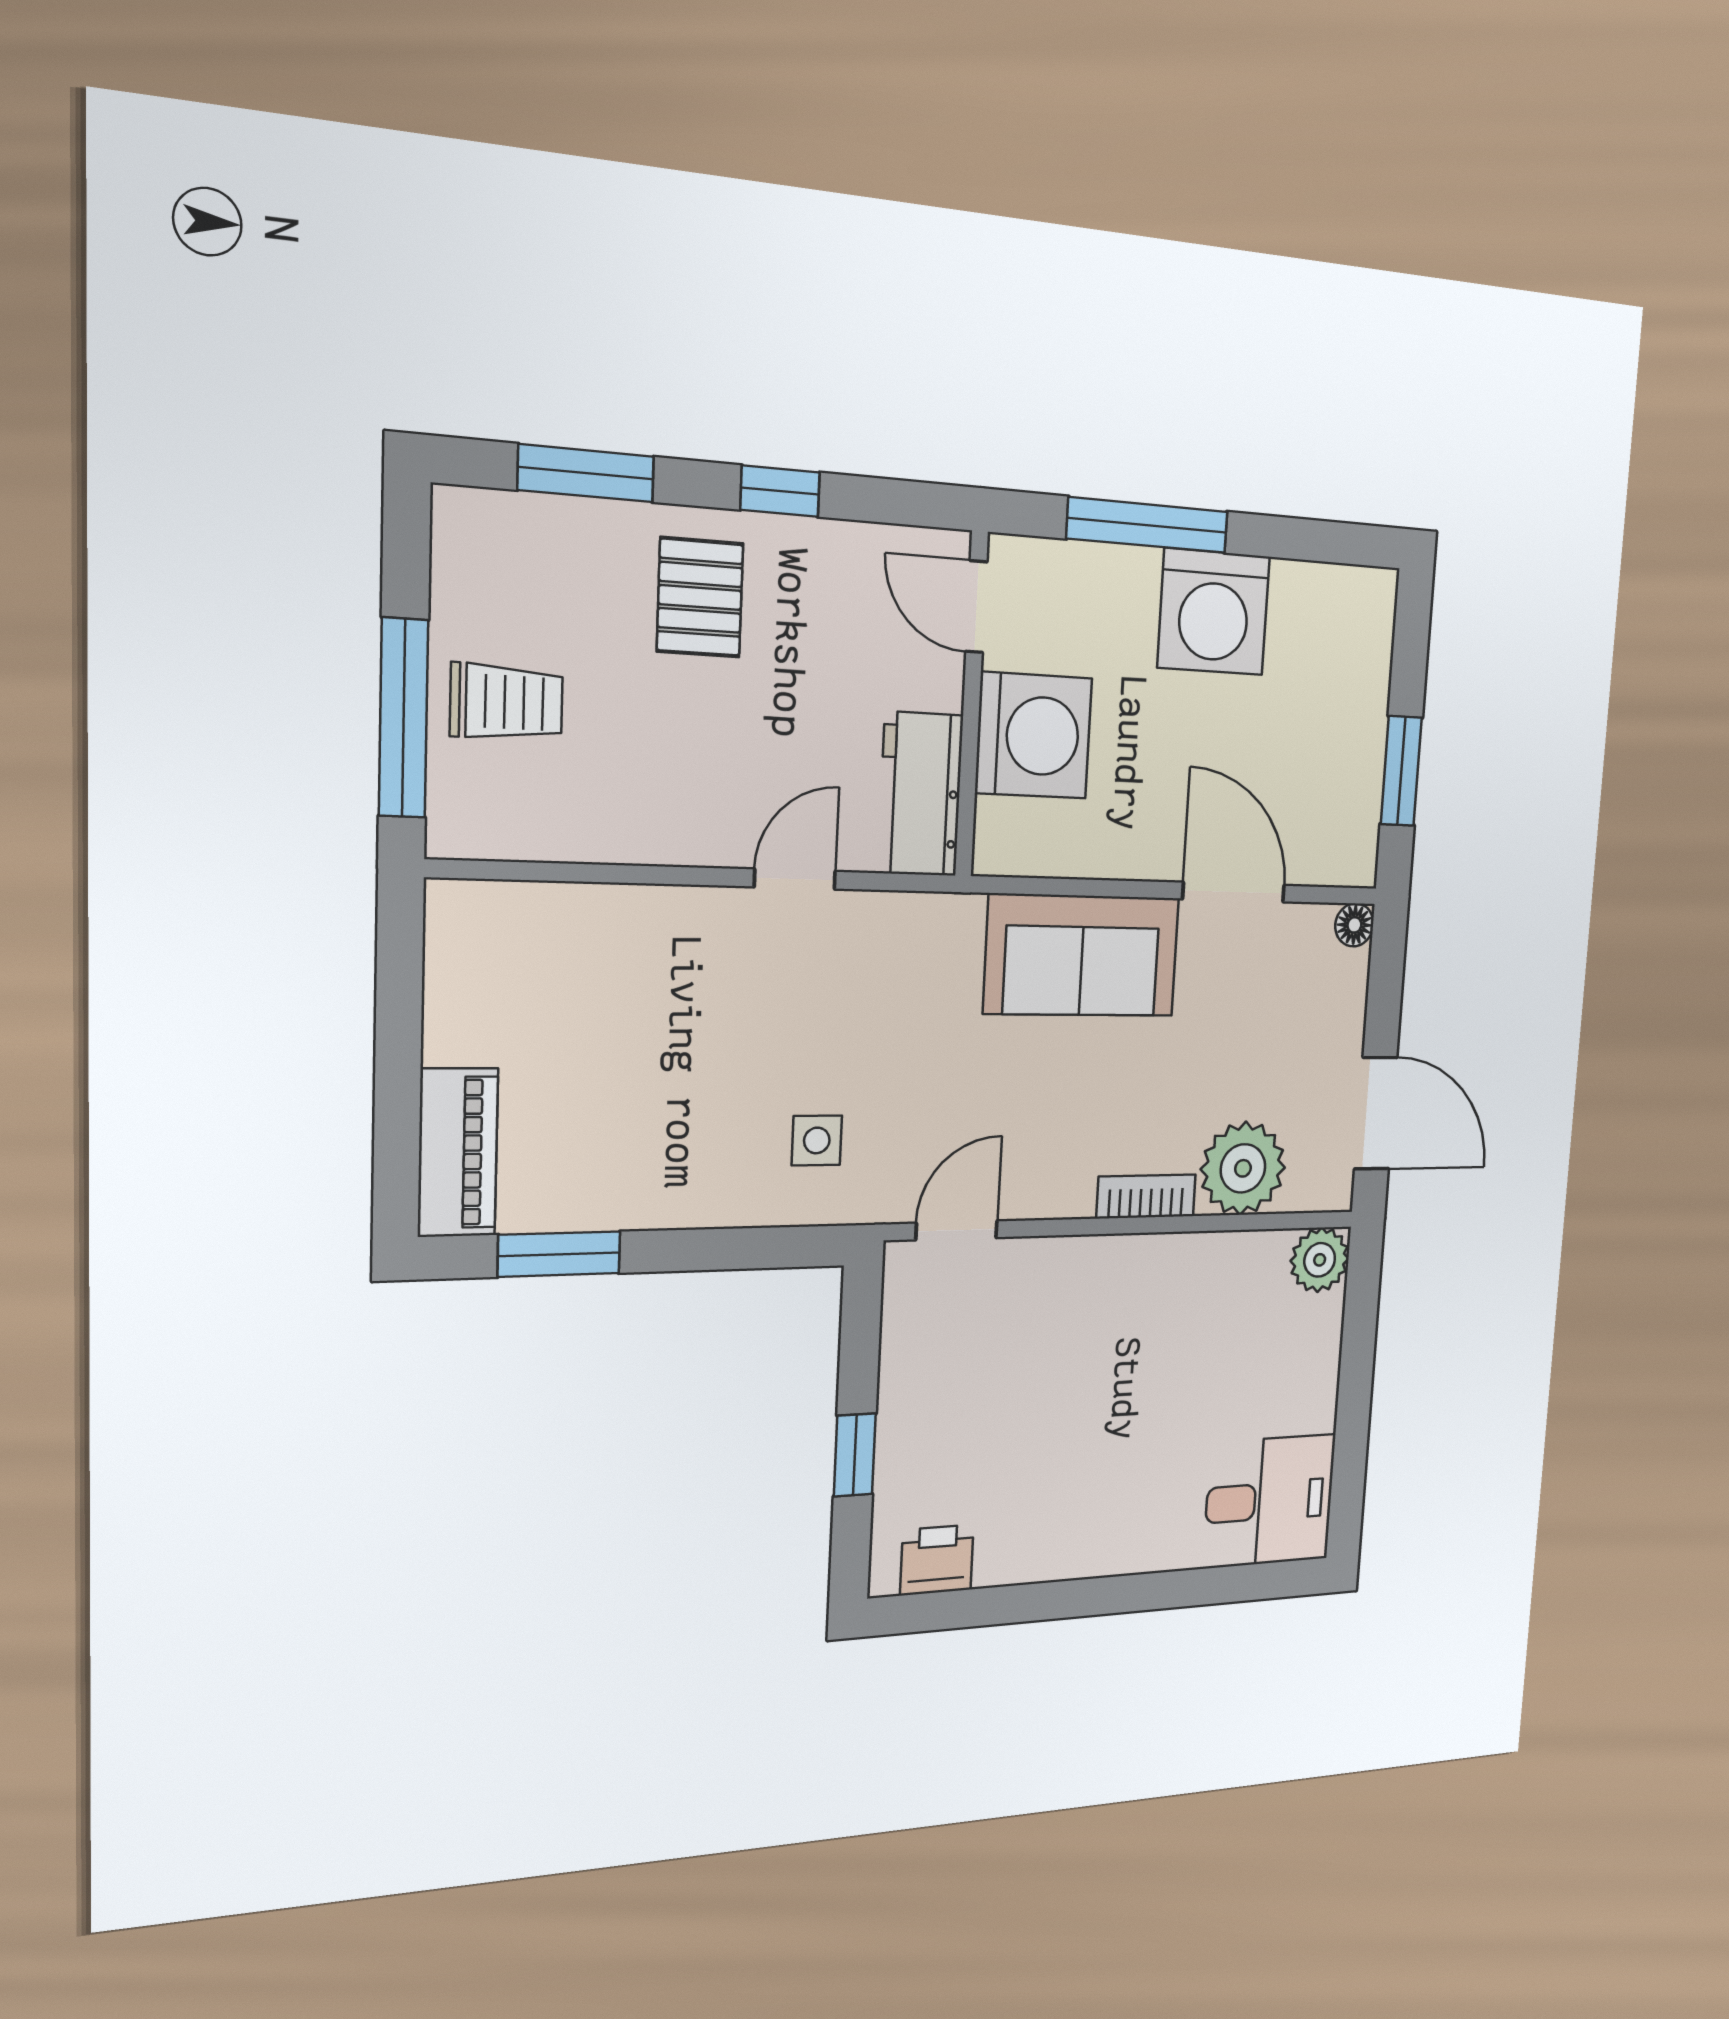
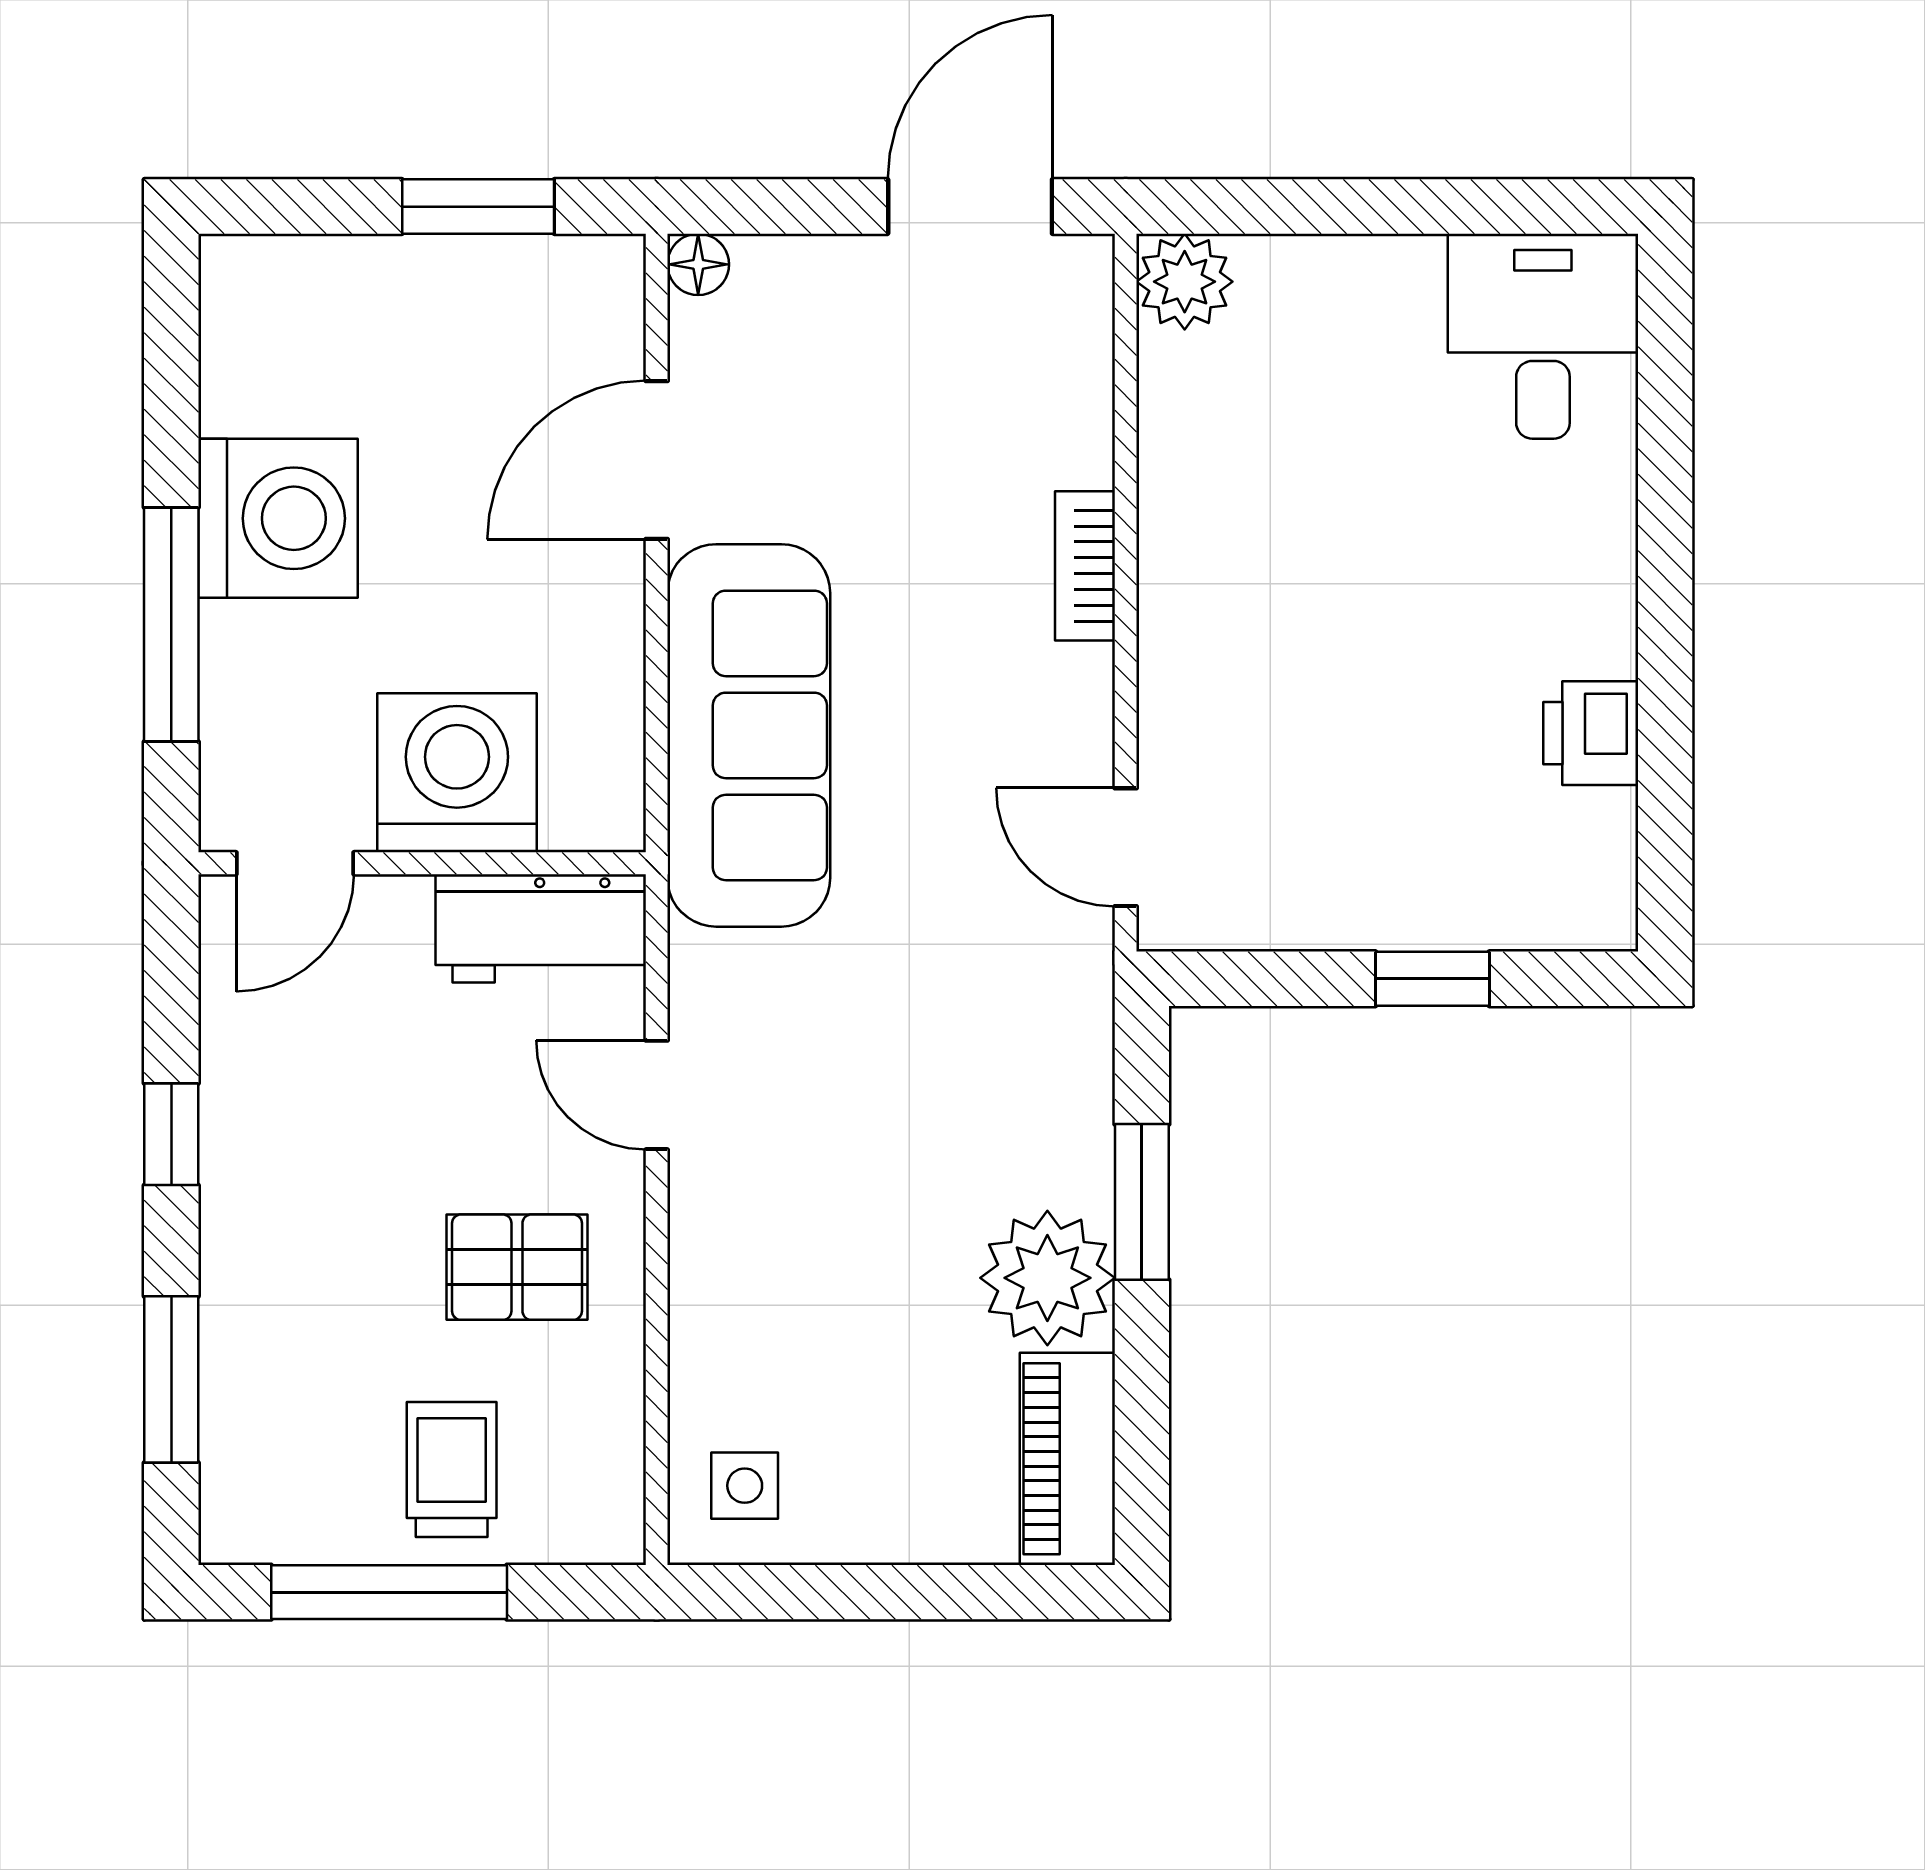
pallet: (700, 597) -> (517, 1267), moved
window: (404, 718) -> (389, 1592), moved
sofa: (1082, 955) -> (749, 735), width x1.36
side table: (817, 1140) -> (745, 1486), moved
piano: (458, 1153) -> (1067, 1459), moved, turned -90
plant: (1243, 1168) -> (1047, 1278), moved
window: (559, 1254) -> (1142, 1202), moved
printer: (937, 1560) -> (1591, 733), moved

